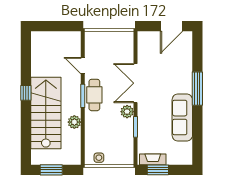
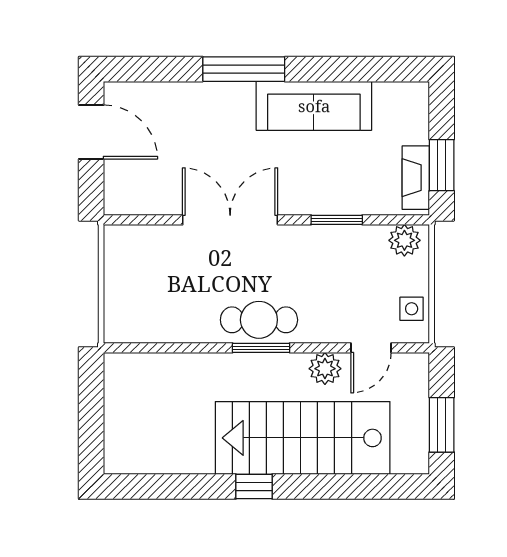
door: (83, 66) -> (371, 348), moved
double door: (135, 83) -> (230, 220), swing flipped
plant: (127, 112) -> (404, 240), moved

